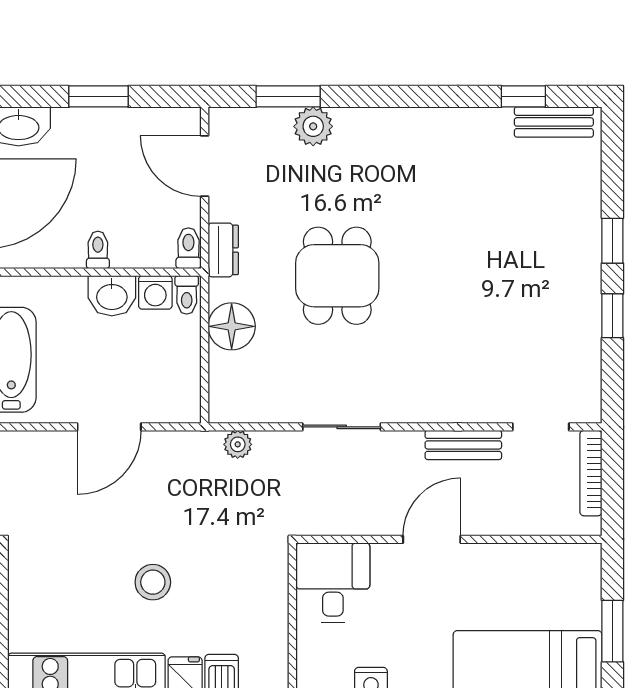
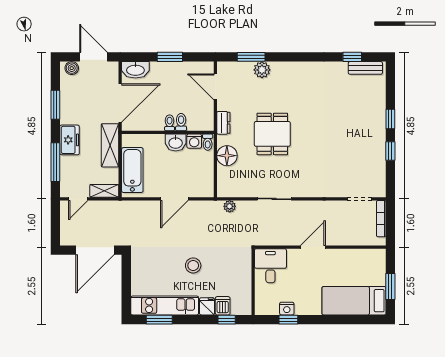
toilet: (188, 248) -> (181, 122), moved
bench: (463, 445) -> (326, 207), removed

